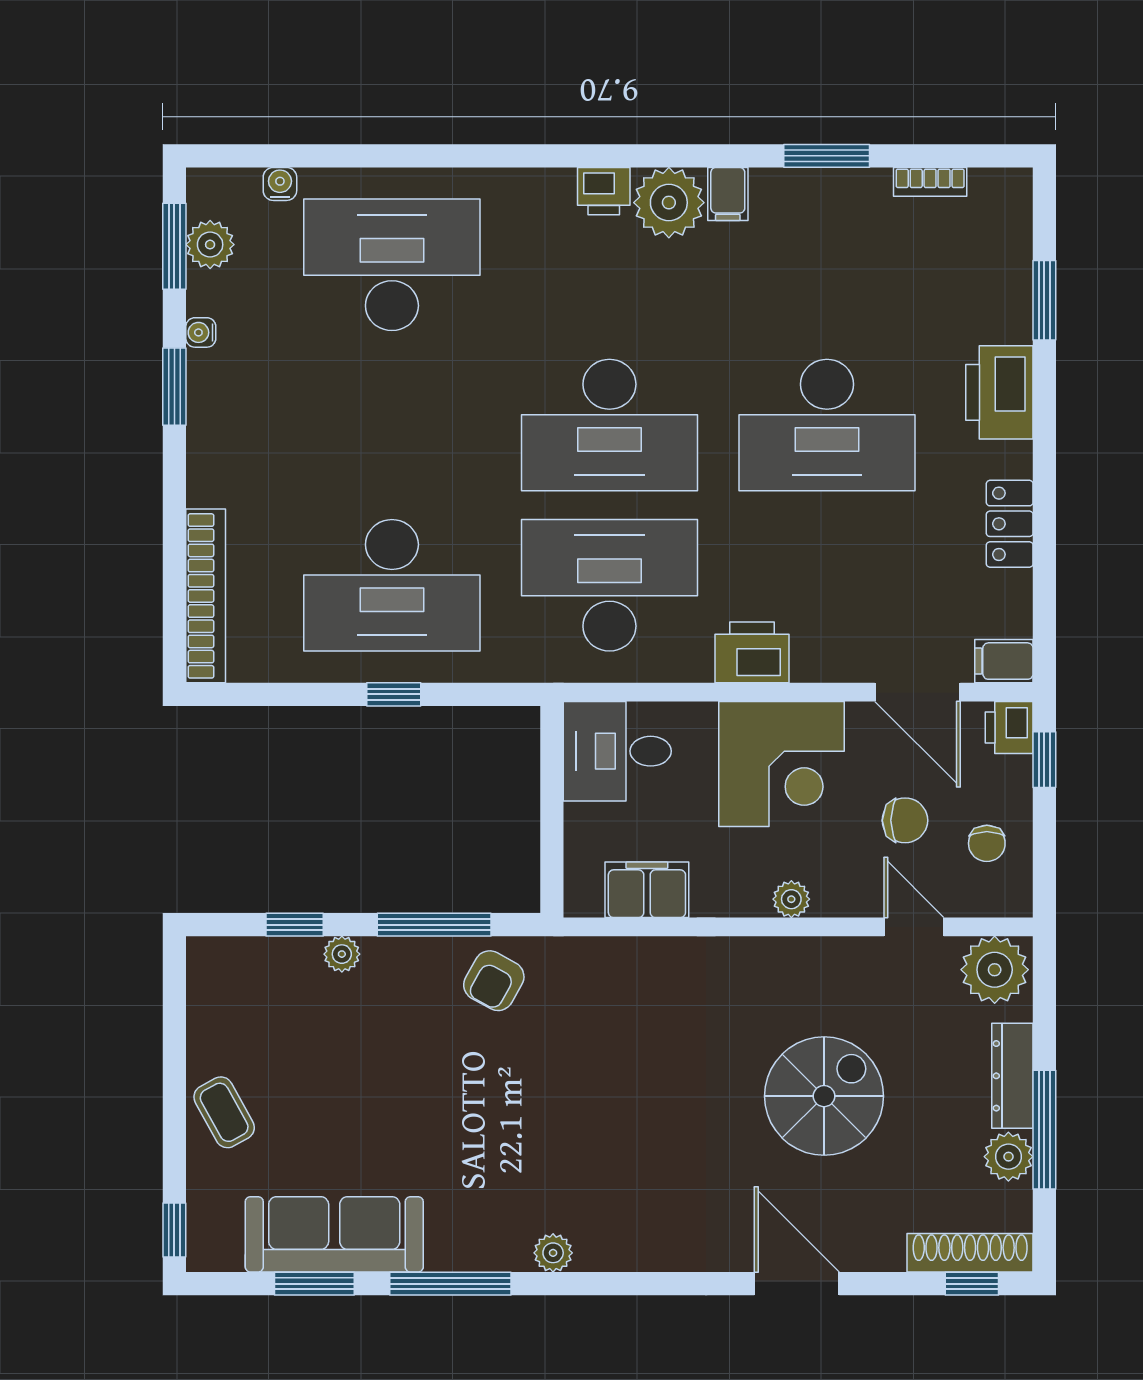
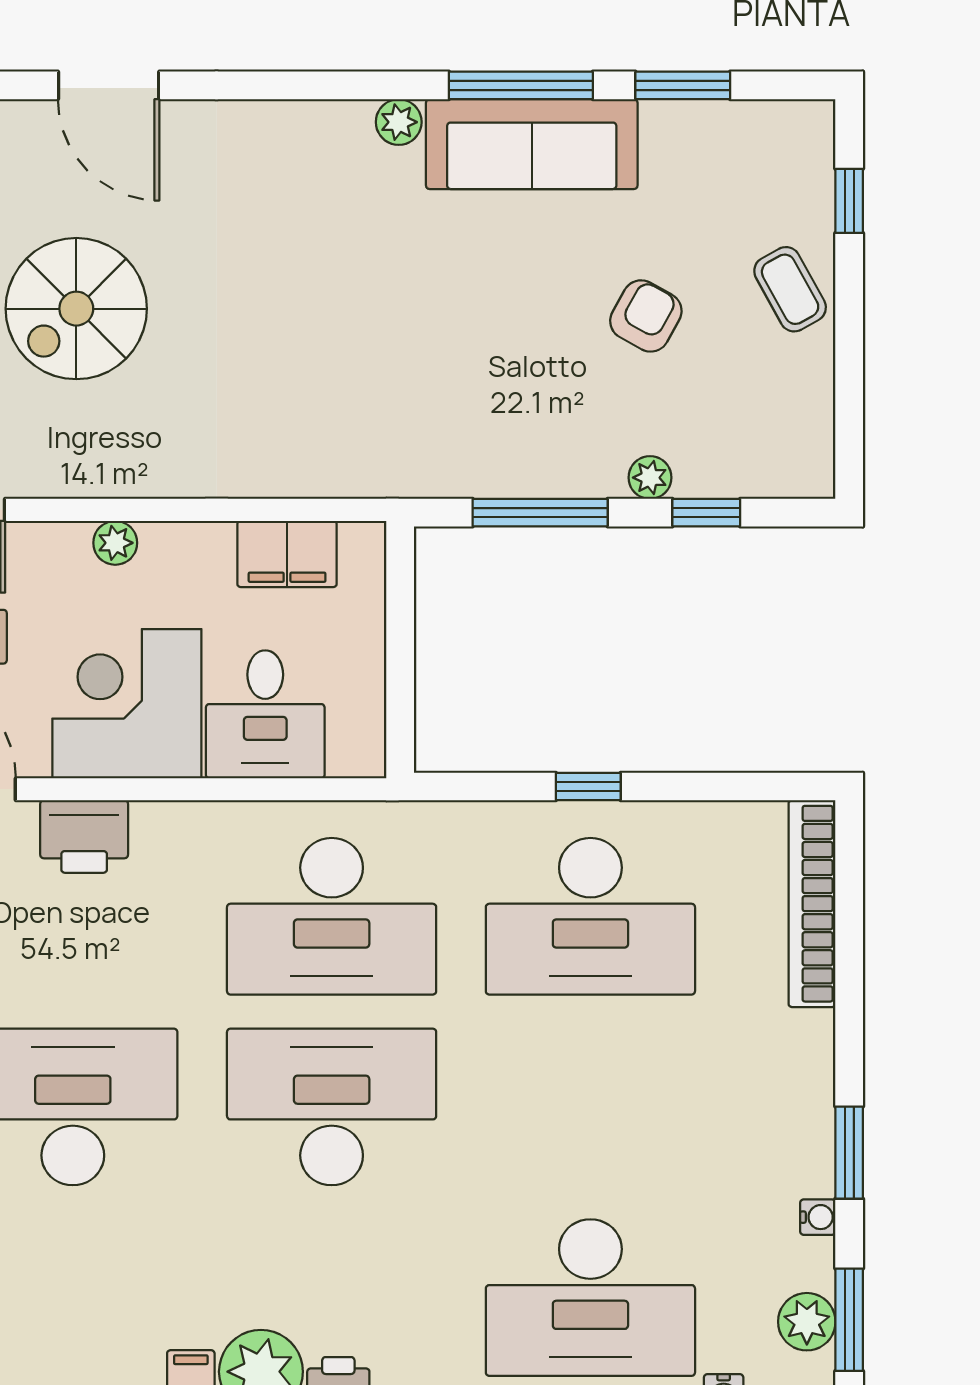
desk: (392, 585) -> (590, 916), turned 180
printer: (752, 652) -> (84, 836), moved
desk: (617, 751) -> (265, 714), moved, turned 90
armchair: (494, 981) -> (646, 316), moved
window: (174, 1230) -> (849, 201), moved
sofa: (334, 1234) -> (532, 144), moved

